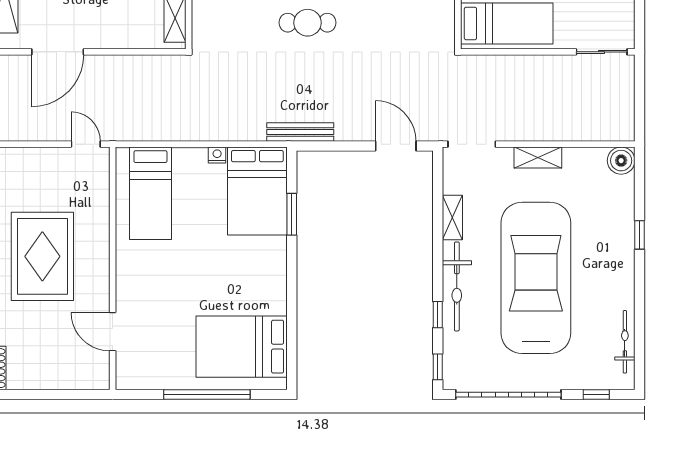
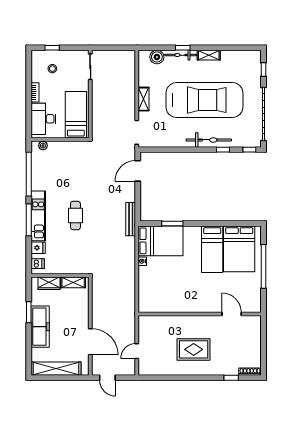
door: (86, 144) -> (137, 351), moved
boiler: (621, 161) -> (157, 57), moved
bed: (150, 193) -> (212, 249), moved, turned 90
shelving: (452, 218) -> (209, 55), moved
rug: (42, 256) -> (194, 349), width x0.73, depth x0.69
car: (536, 278) -> (204, 100), turned 180
door: (113, 332) -> (232, 314), swing flipped
bicycle: (625, 342) -> (181, 55), moved

